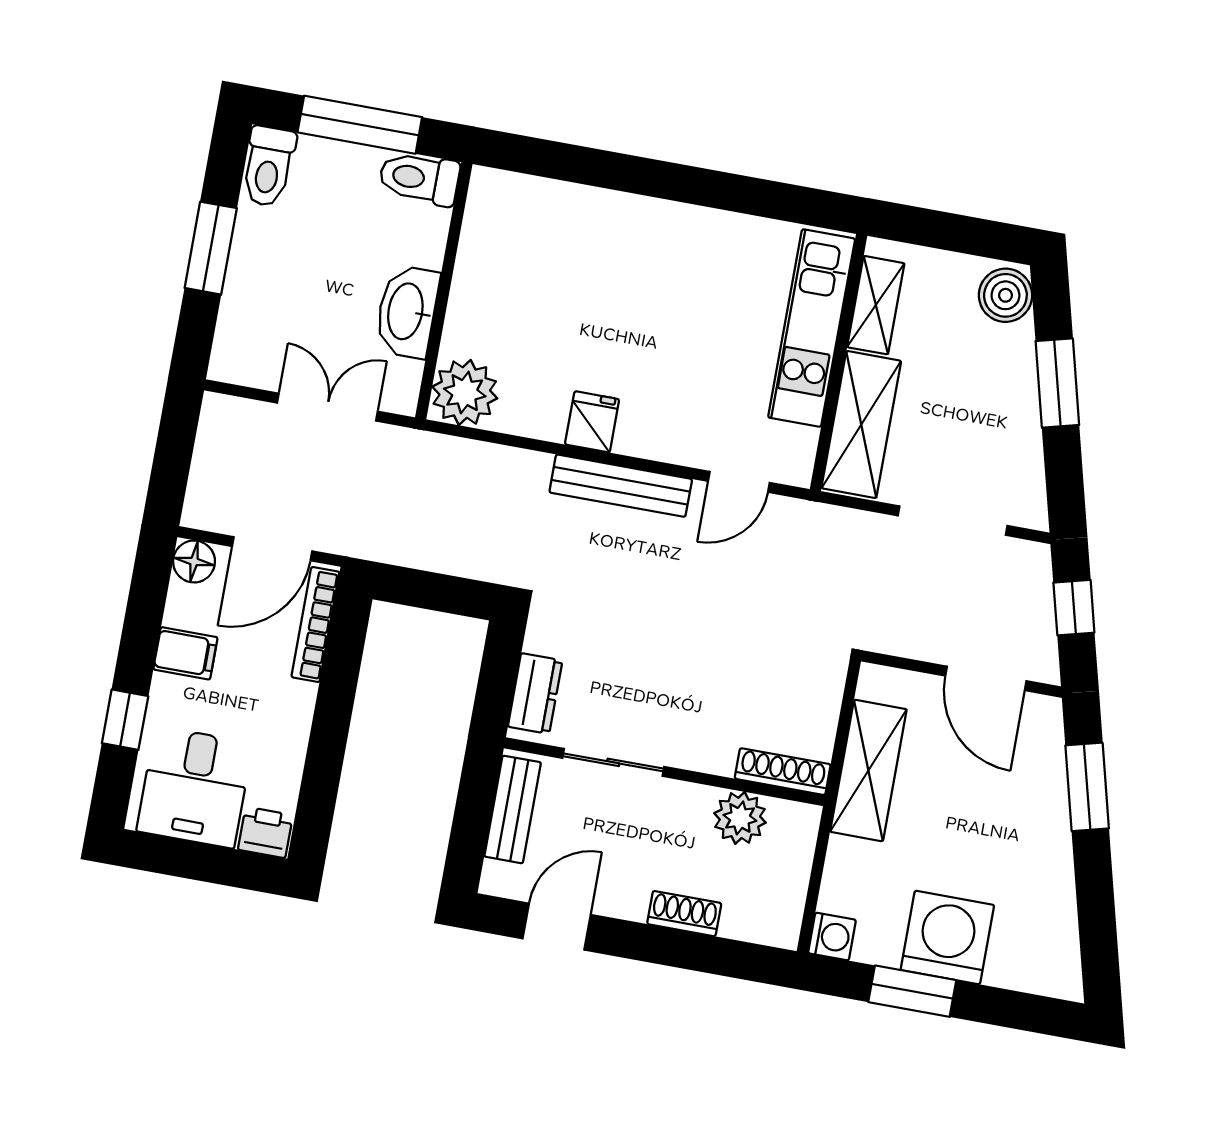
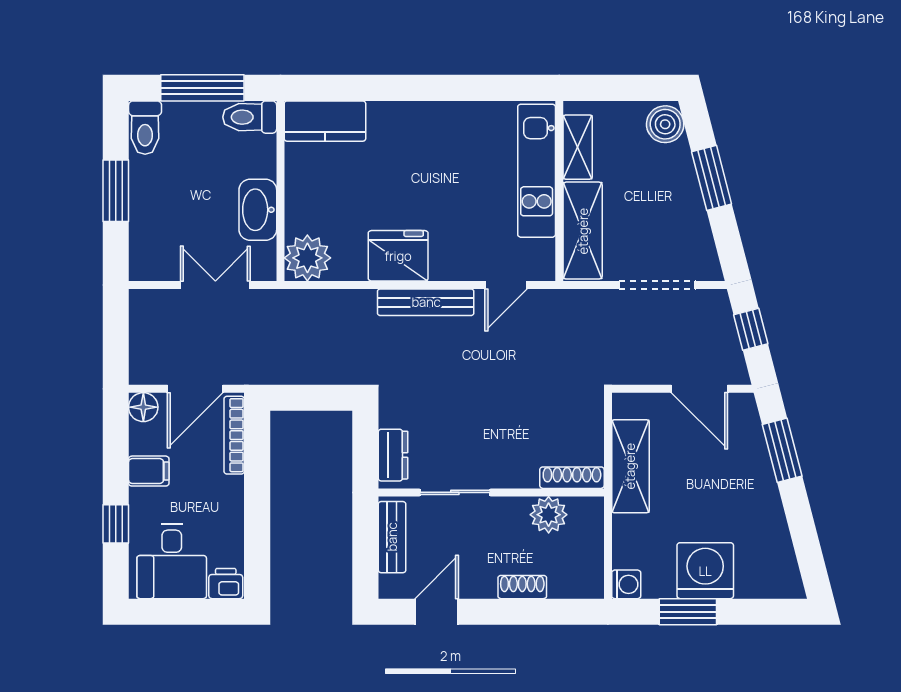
kitchen counter: (525, 203) -> (325, 121), added
fridge: (592, 422) -> (398, 256), width x1.88, depth x1.34

